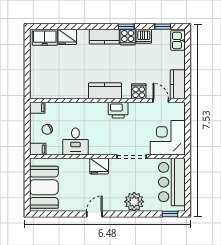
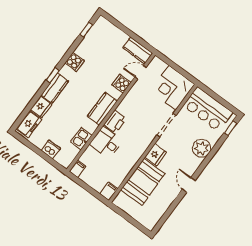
window: (126, 27) -> (53, 75), moved
dishwasher: (144, 36) -> (51, 149), moved, turned -90
kitchen counter: (104, 37) -> (55, 88), moved
kitchen sink: (178, 41) -> (81, 139), moved, turned 90
printer: (118, 110) -> (115, 122), moved
chair: (47, 129) -> (99, 173), removed
desk: (75, 142) -> (106, 142), moved, turned 180
booth: (44, 187) -> (143, 182), moved, turned 90

